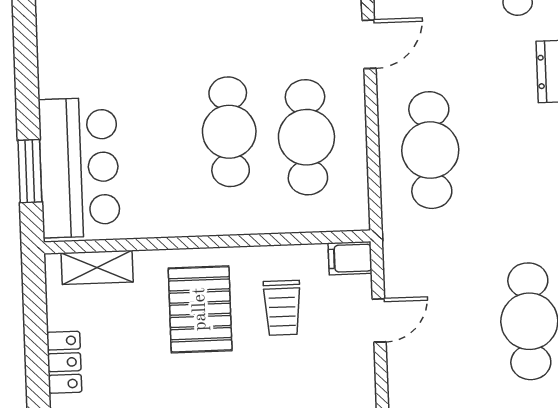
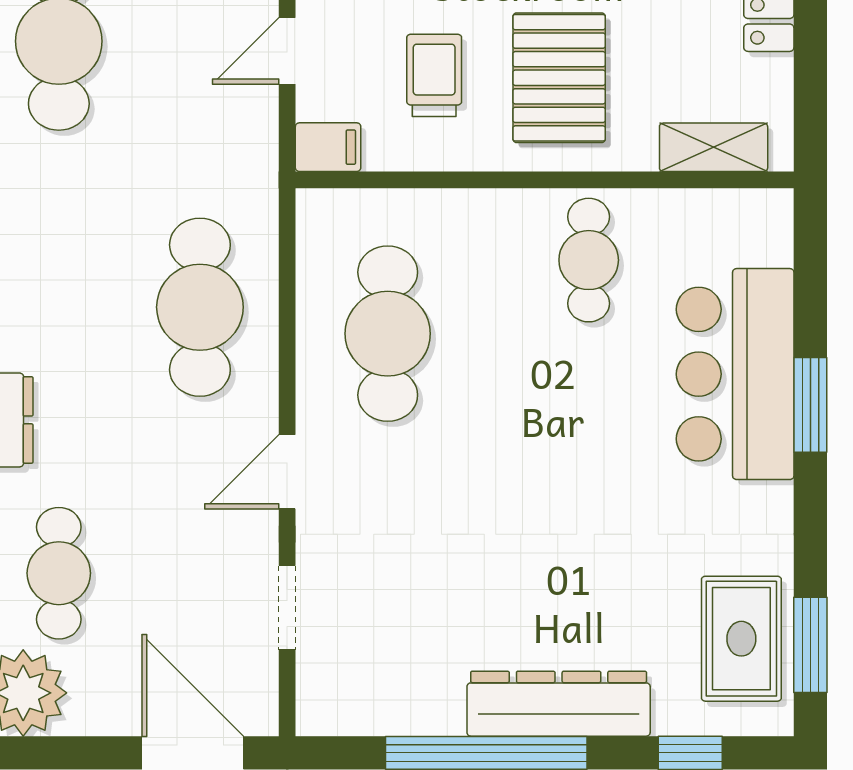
cafe table: (229, 132) -> (589, 260), moved, width x0.73, depth x0.74
bar counter: (79, 168) -> (735, 374), moved
window: (30, 171) -> (810, 405), moved

